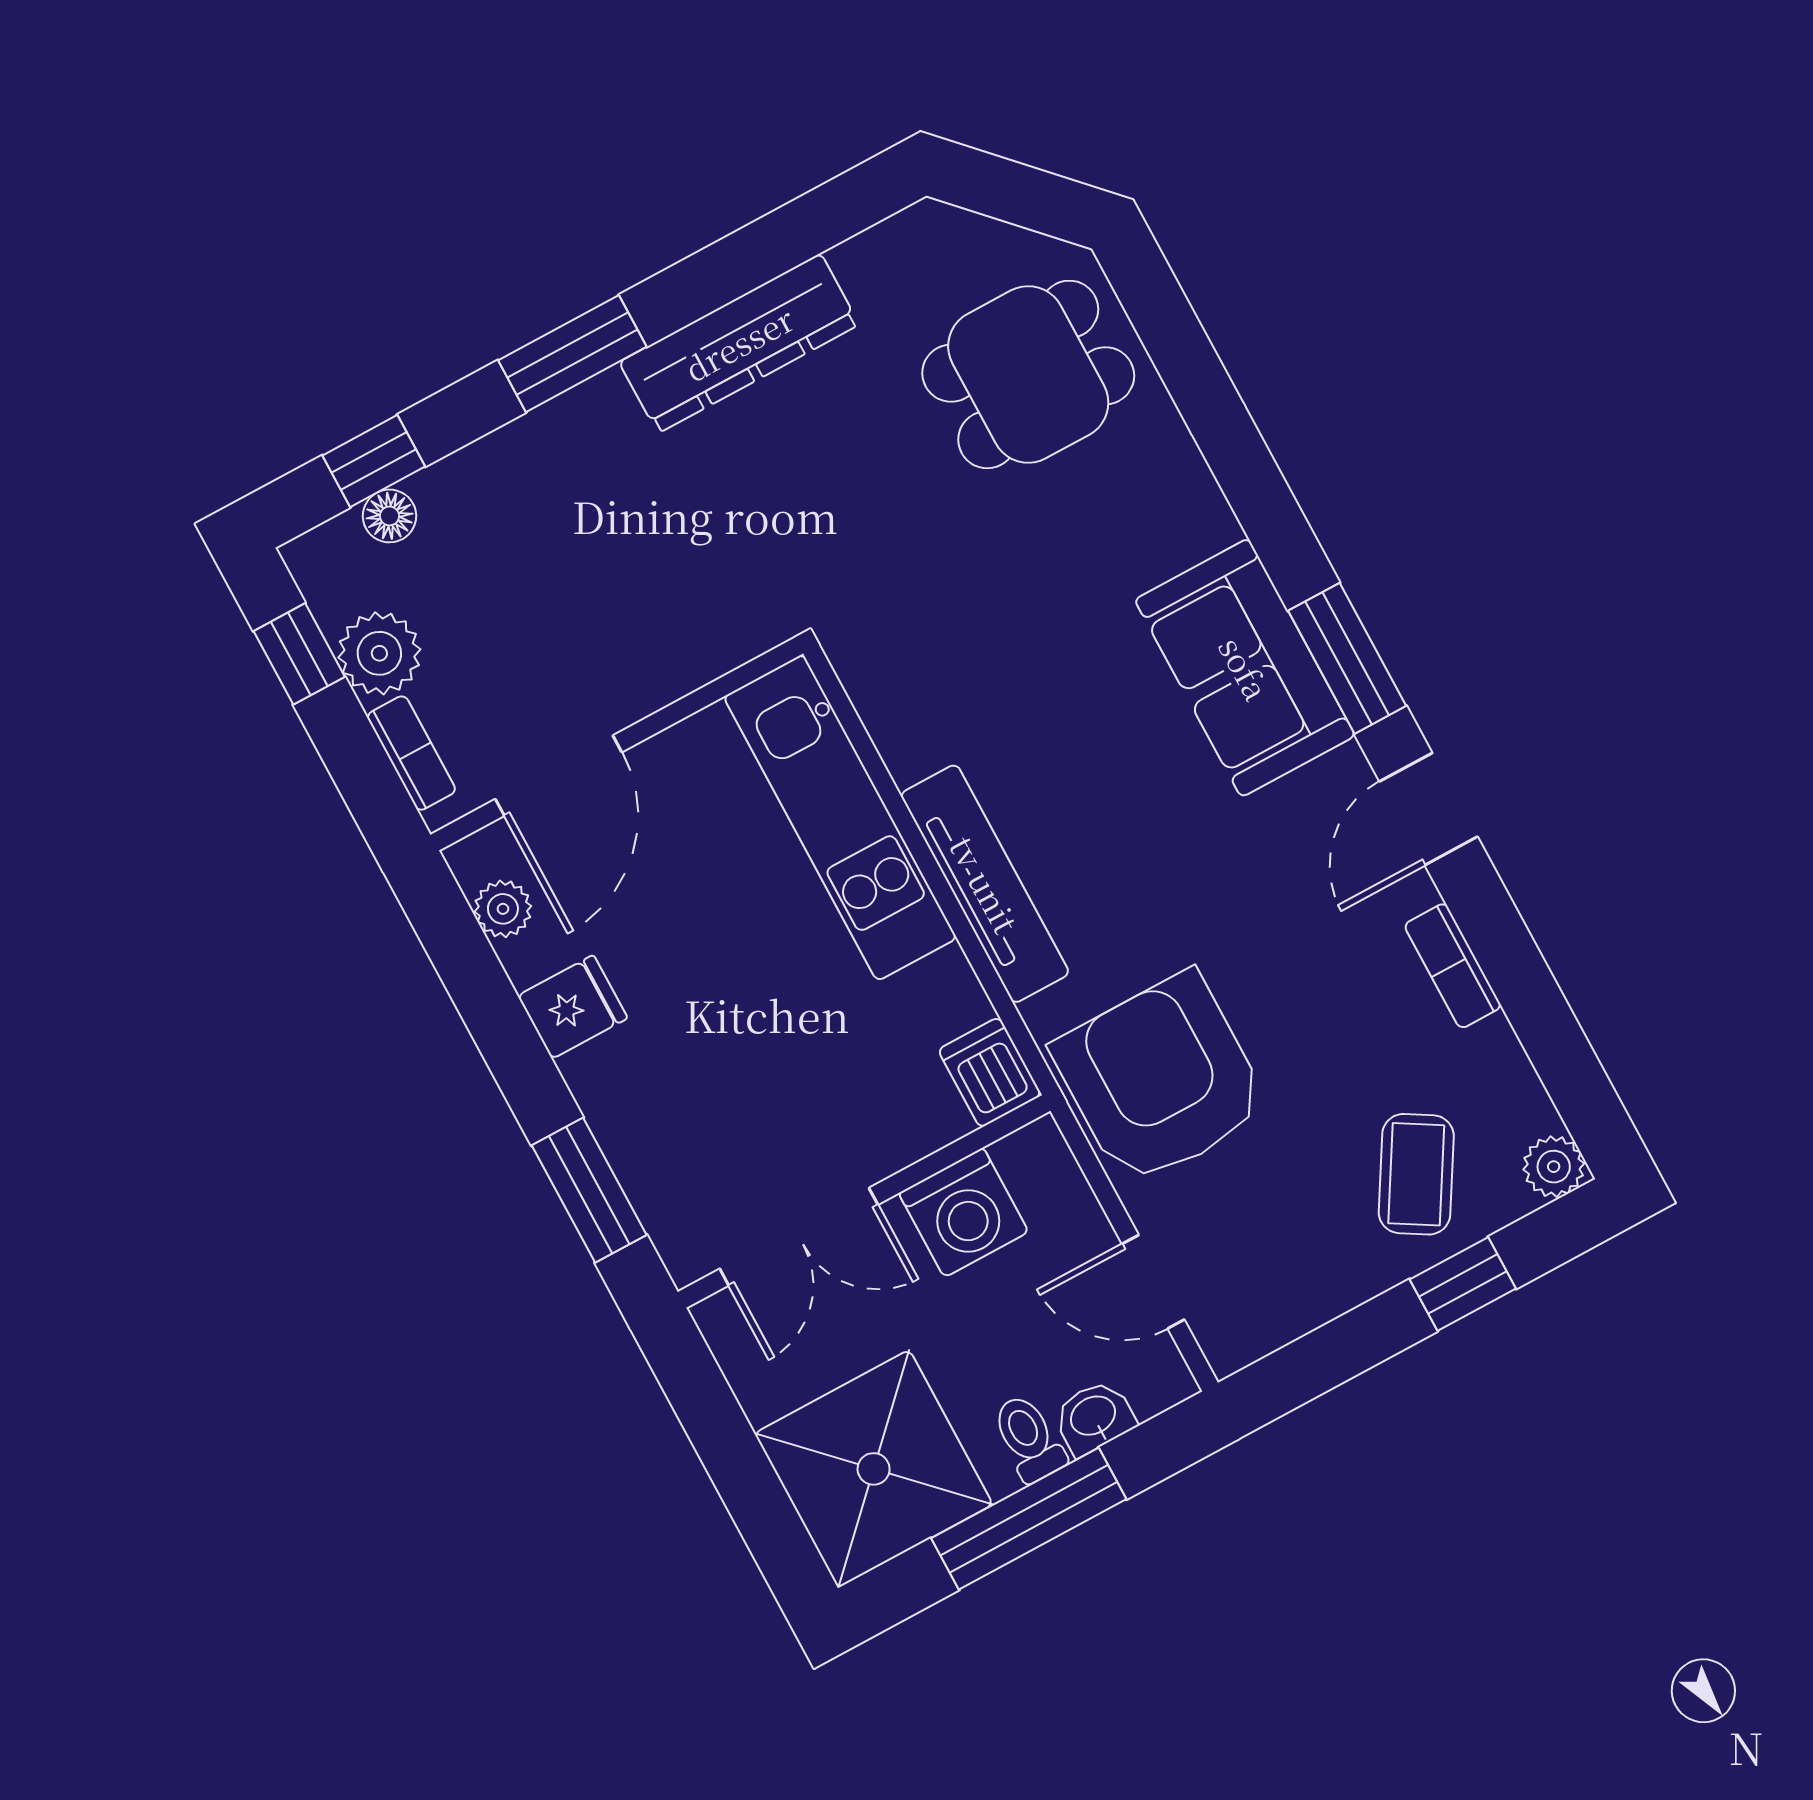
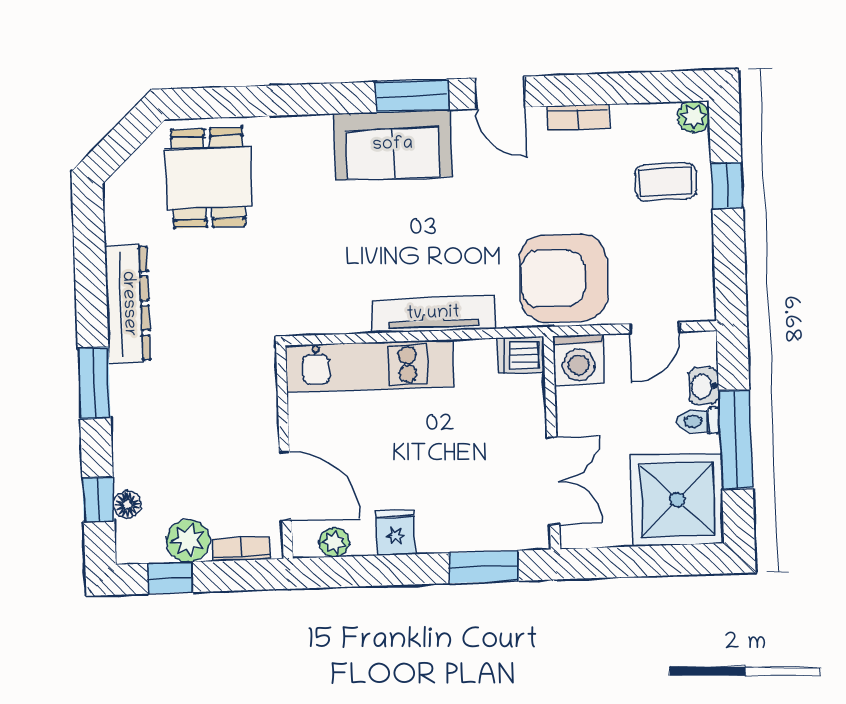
coffee table: (1416, 1174) -> (666, 182), turned -31
washing machine: (964, 1213) -> (578, 360), moved, turned 90

